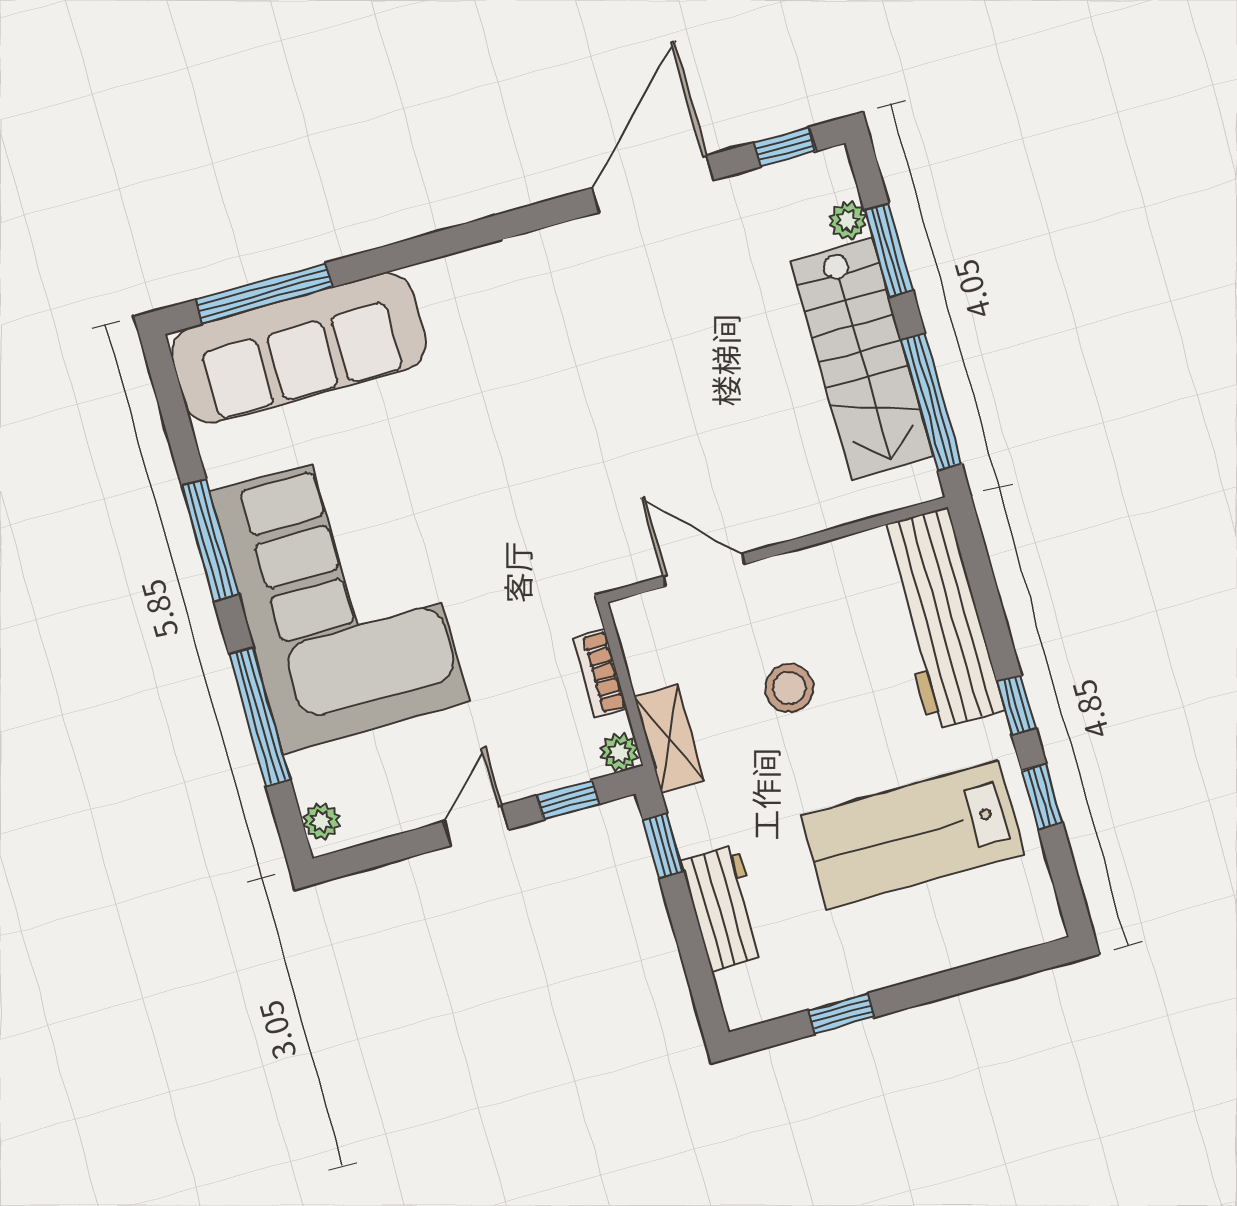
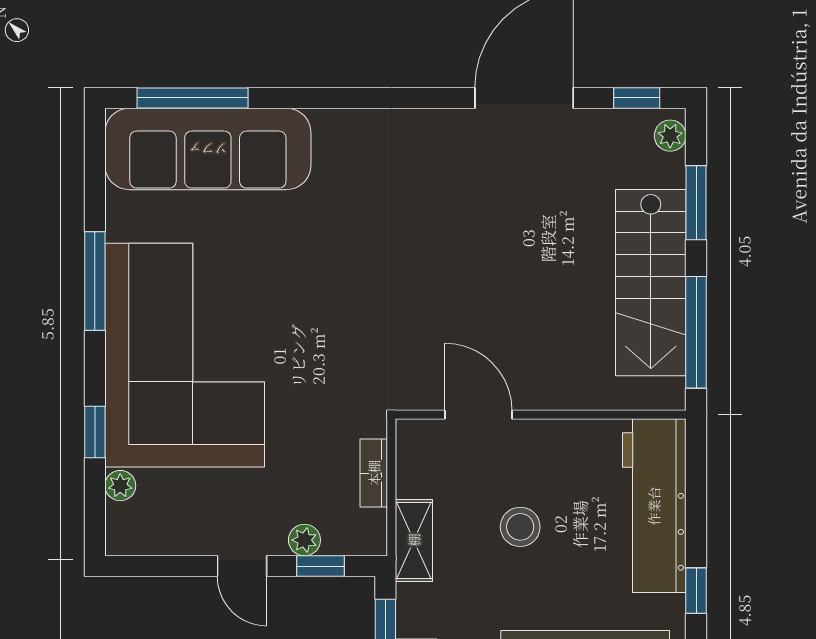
plant: (848, 221) -> (670, 136), moved
window: (260, 717) -> (95, 432), width x0.46
plant: (619, 752) -> (304, 540), moved
plant: (321, 821) -> (120, 486), moved
door: (476, 825) -> (242, 566), swing flipped

